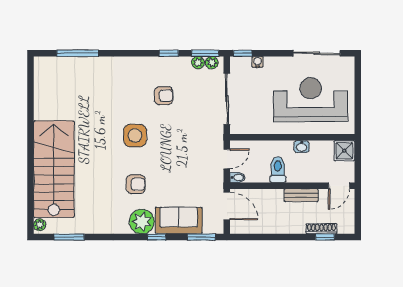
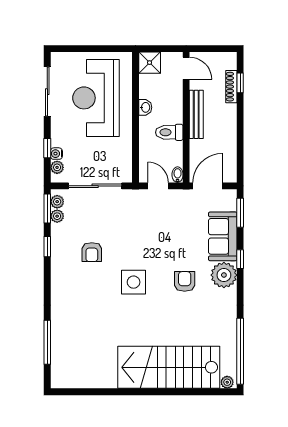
window: (243, 53) -> (47, 148), moved
plant: (244, 63) -> (57, 167), added
armchair: (164, 96) -> (92, 252), turned 180
bench: (301, 195) -> (196, 114), width x1.36
window: (69, 237) -> (240, 351), width x2.11

